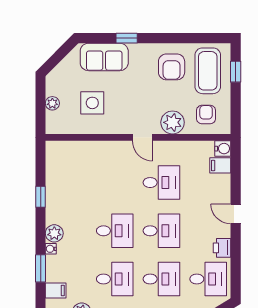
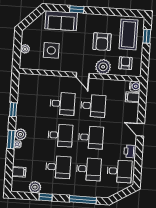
armchair: (172, 67) -> (102, 42), moved
desk: (115, 183) -> (62, 104), added
window: (41, 268) -> (11, 139), moved

